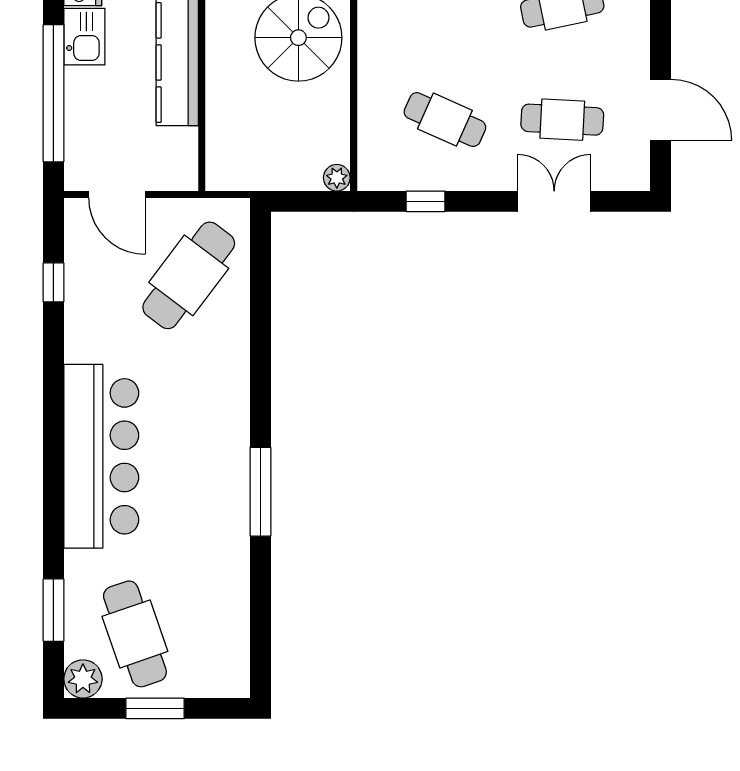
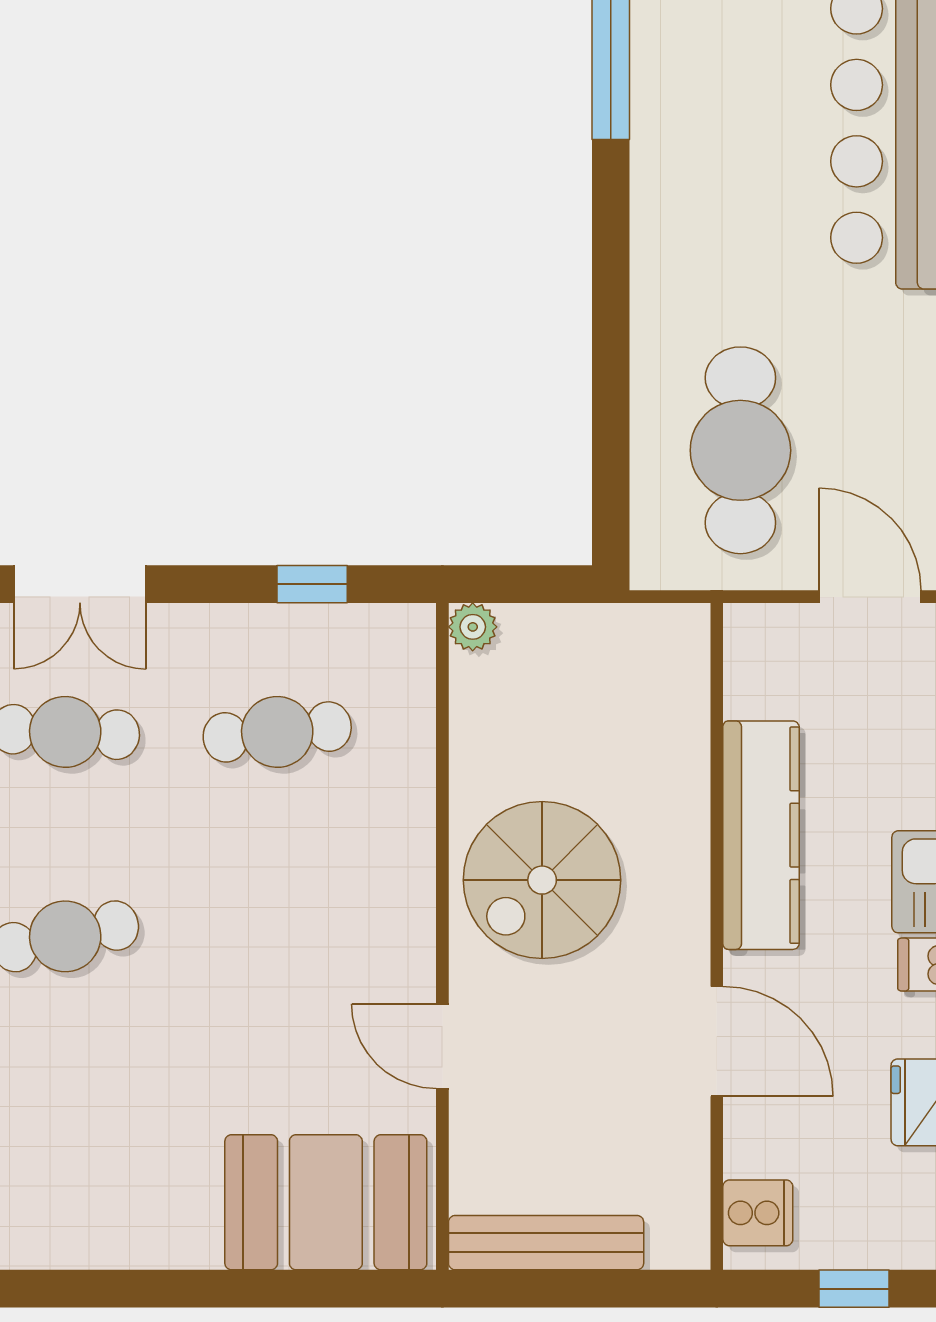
cafe table: (445, 120) -> (277, 732), turned -30
cafe table: (189, 275) -> (740, 450), turned -37

